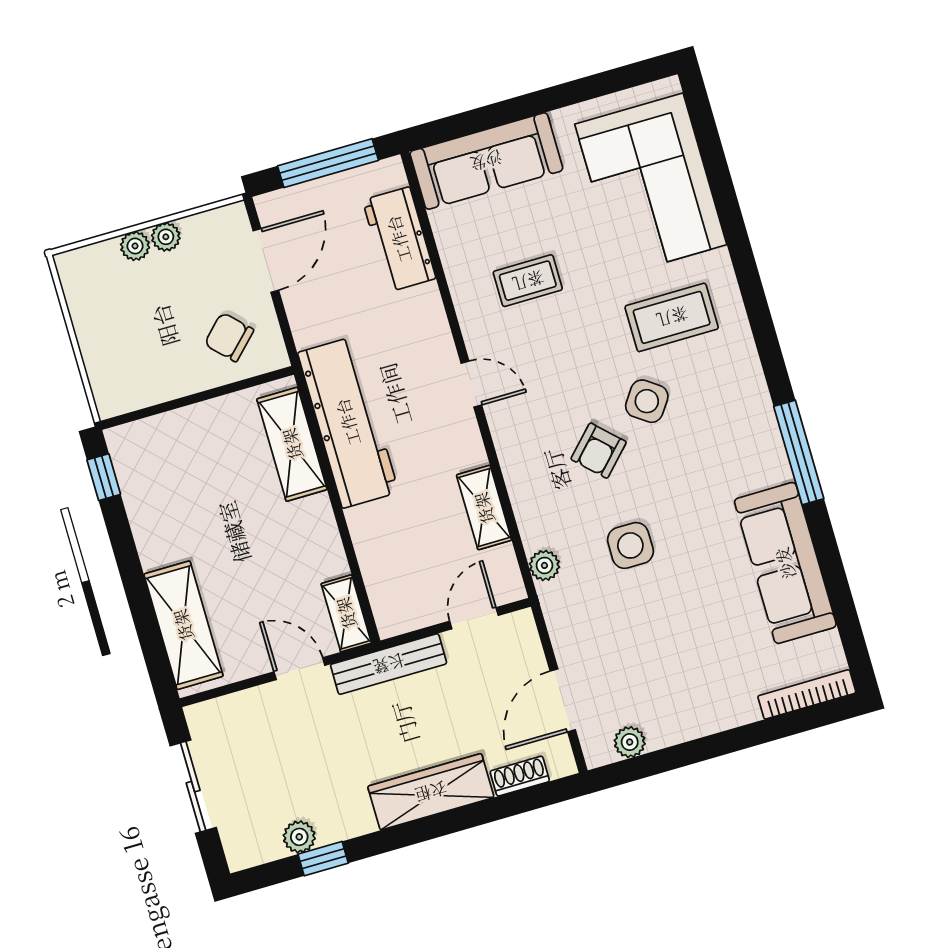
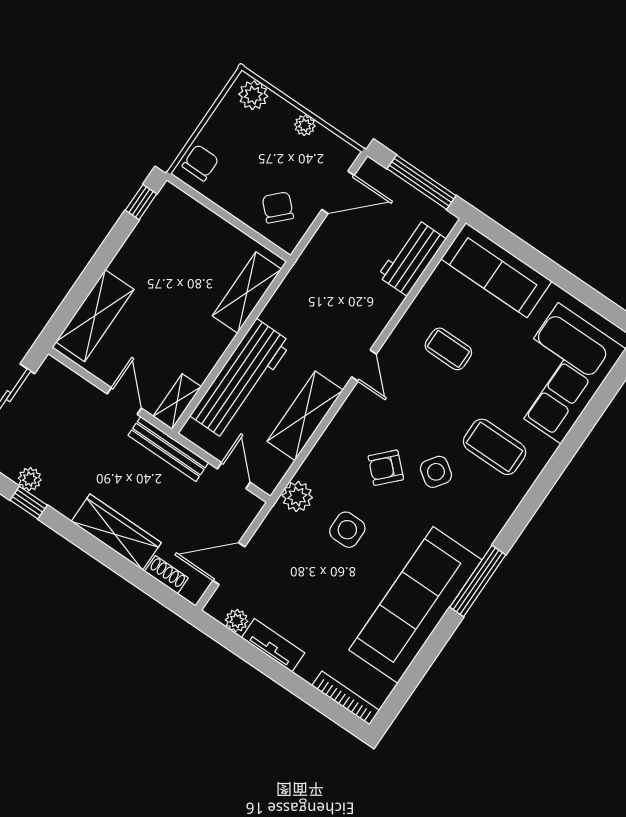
plant: (135, 246) -> (253, 95), moved, width x1.38, depth x1.38
chair: (114, 380) -> (200, 163), added
workbench: (348, 422) -> (241, 379), moved
shelving: (484, 508) -> (305, 416), width x1.50, depth x1.33
sofa: (785, 563) -> (415, 605), width x1.36, depth x1.27
plant: (544, 565) -> (297, 496), width x1.38, depth x1.38
door: (474, 618) -> (234, 476), hinge flipped
tv unit: (688, 725) -> (273, 645), added

